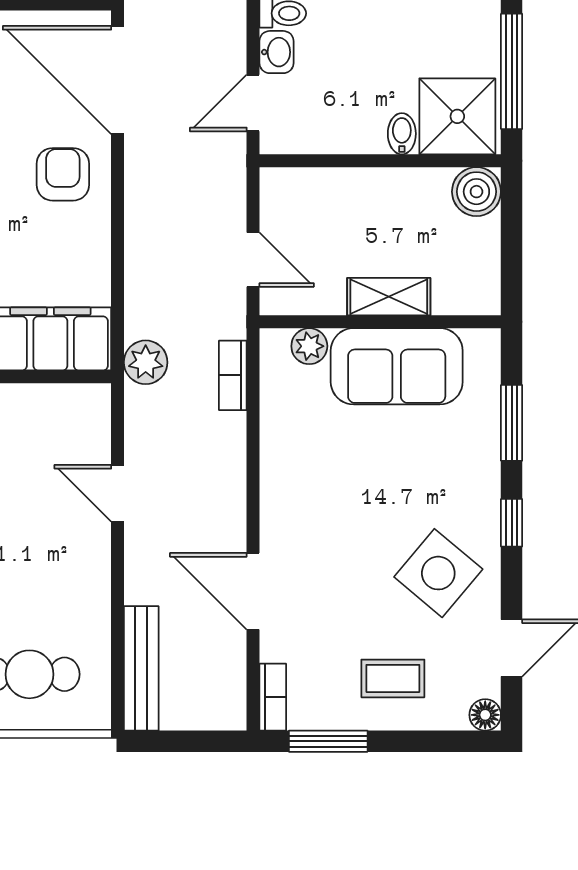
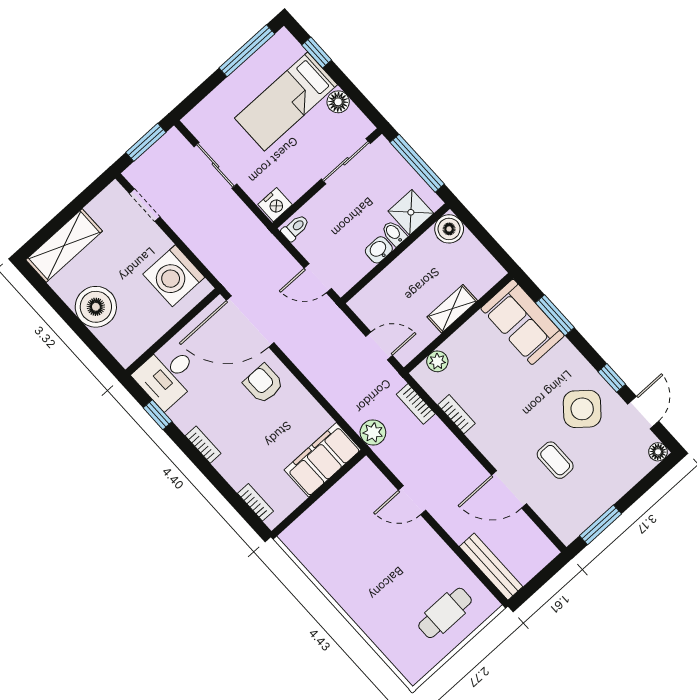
washbasin: (276, 52) -> (379, 250), moved, turned -90
door: (253, 103) -> (318, 278), hinge flipped
shower: (457, 116) -> (411, 212), width x0.73, depth x0.73
sofa: (397, 366) -> (523, 322), moved, turned 90
window: (512, 523) -> (612, 378), moved
coffee table: (393, 678) -> (555, 460), moved, turned 90
bookcase: (273, 697) -> (457, 414), moved

